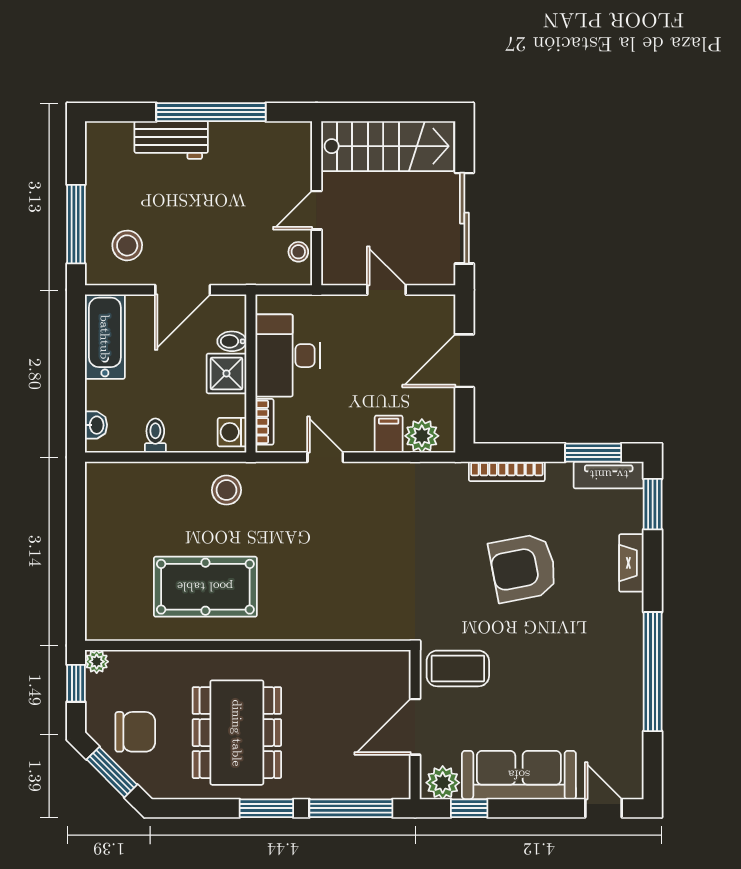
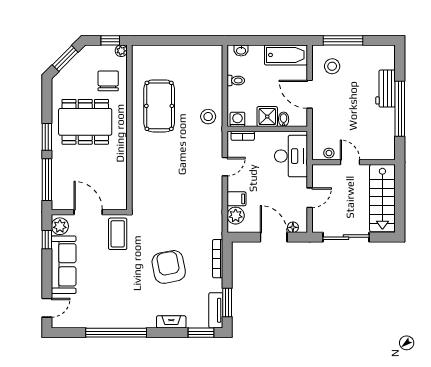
floor lamp: (445, 323) -> (293, 227), added
desk: (288, 356) -> (291, 156), moved, turned 90
chair: (135, 732) -> (108, 81), moved, turned 180

